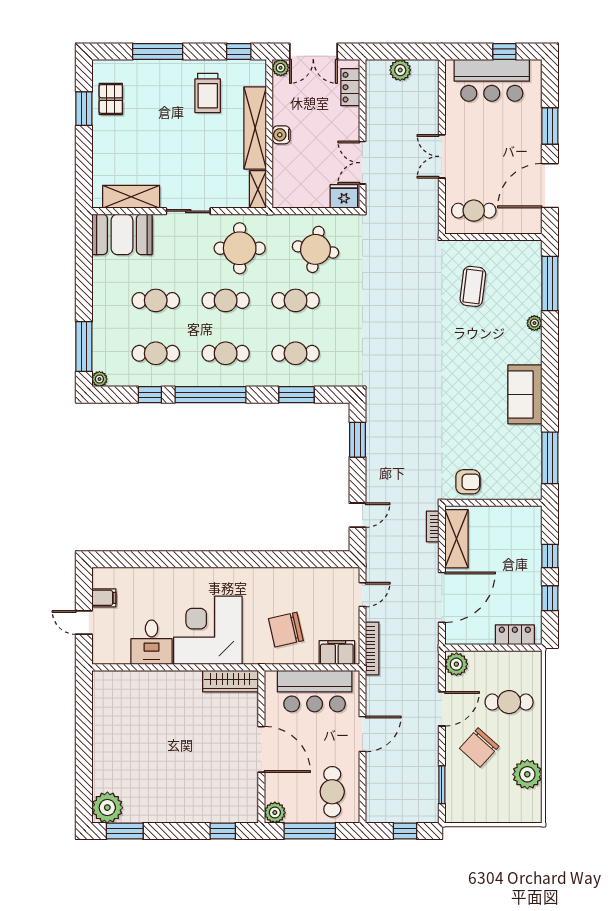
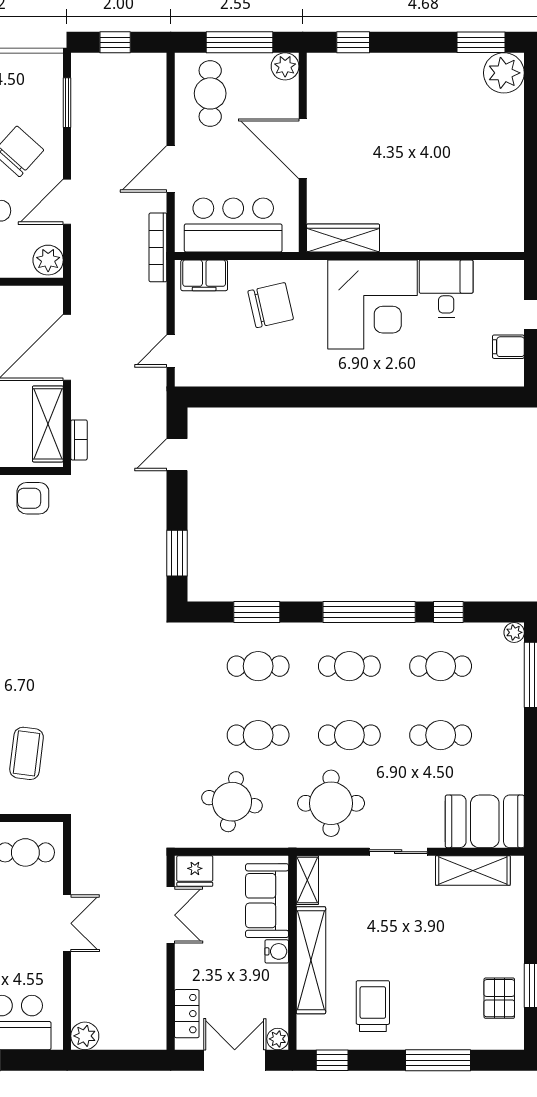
plant: (400, 70) -> (85, 1036), moved
sofa: (289, 174) -> (267, 901), added
bookcase: (372, 648) -> (158, 247), moved

